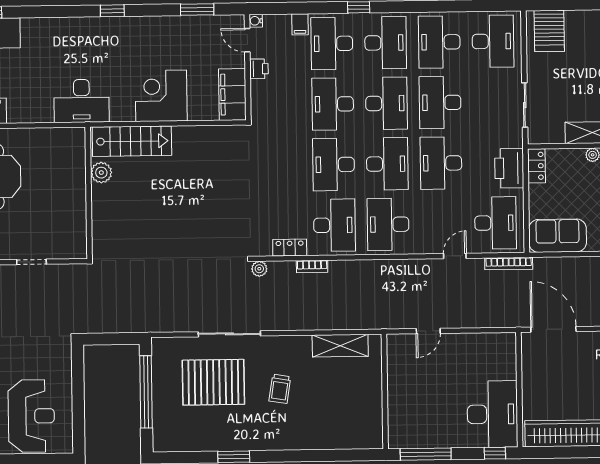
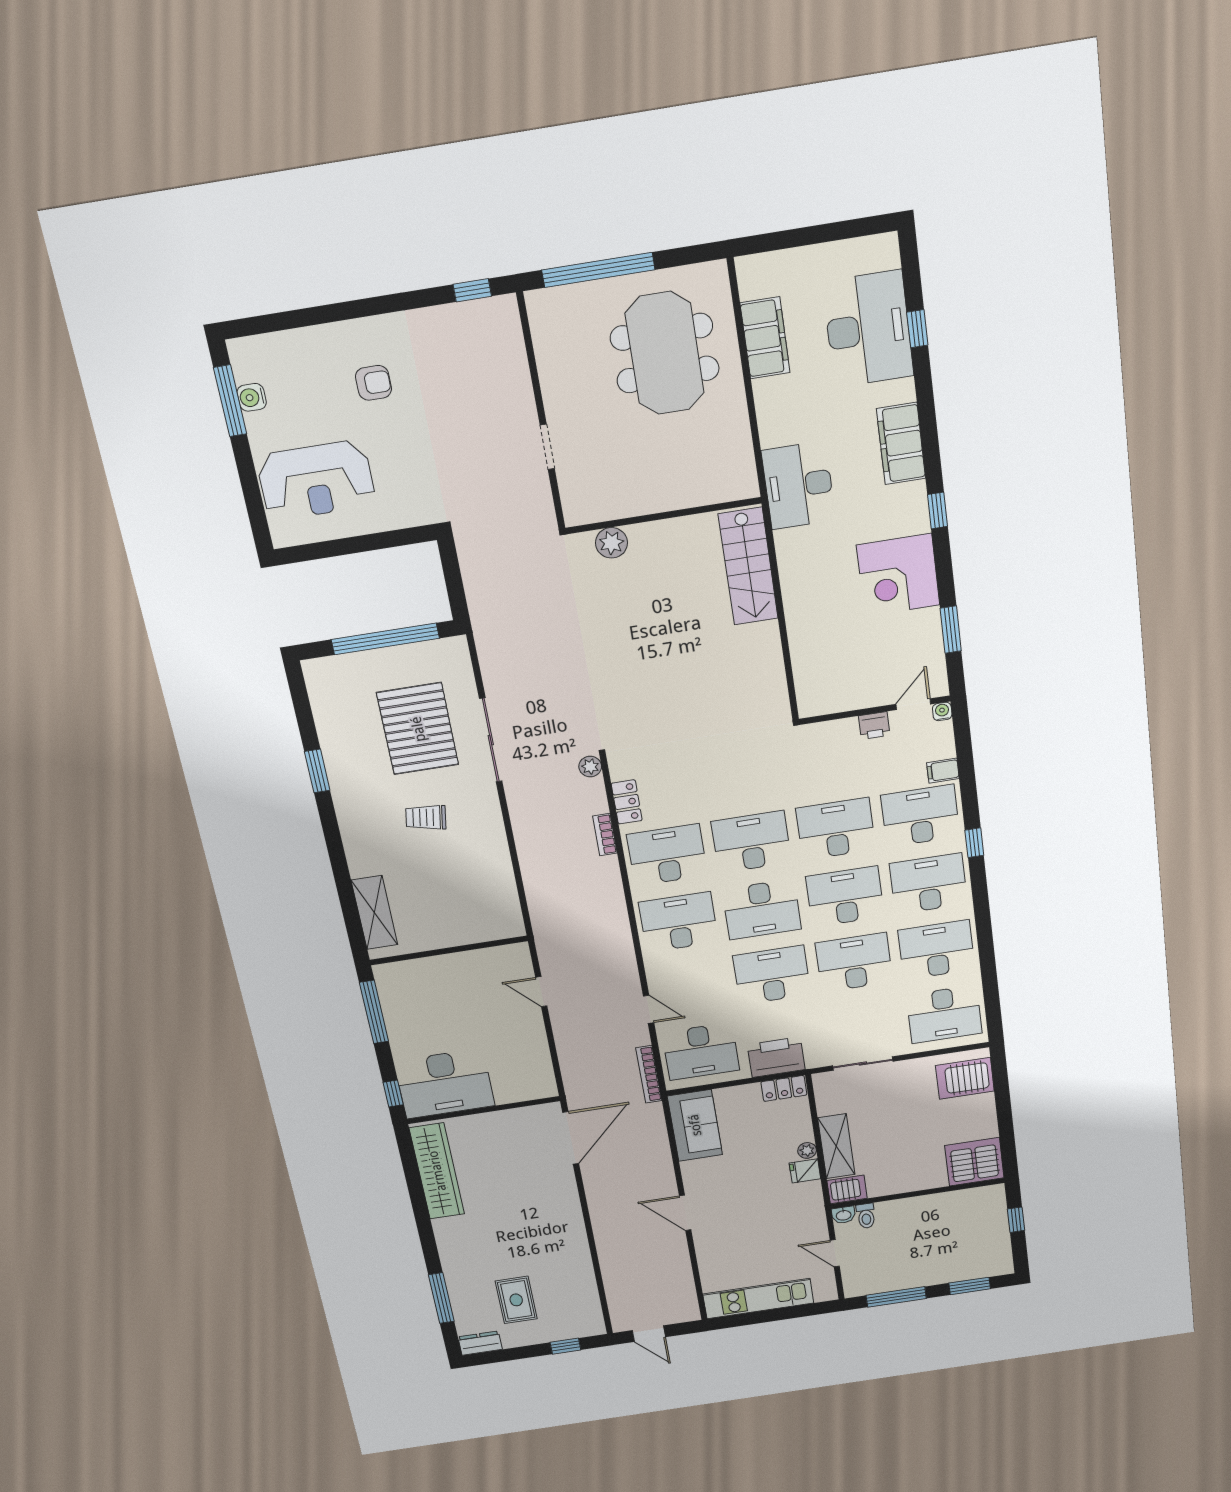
desk: (386, 43) -> (928, 884), turned 180
filing cabinet: (232, 94) -> (901, 444), moved, turned -90
corner desk: (161, 96) -> (898, 575), moved, turned 180
desk: (386, 103) -> (845, 897), turned 180
plant: (101, 173) -> (611, 543), moved
desk: (334, 225) -> (667, 855), turned 180
shelving: (340, 346) -> (374, 913), moved

